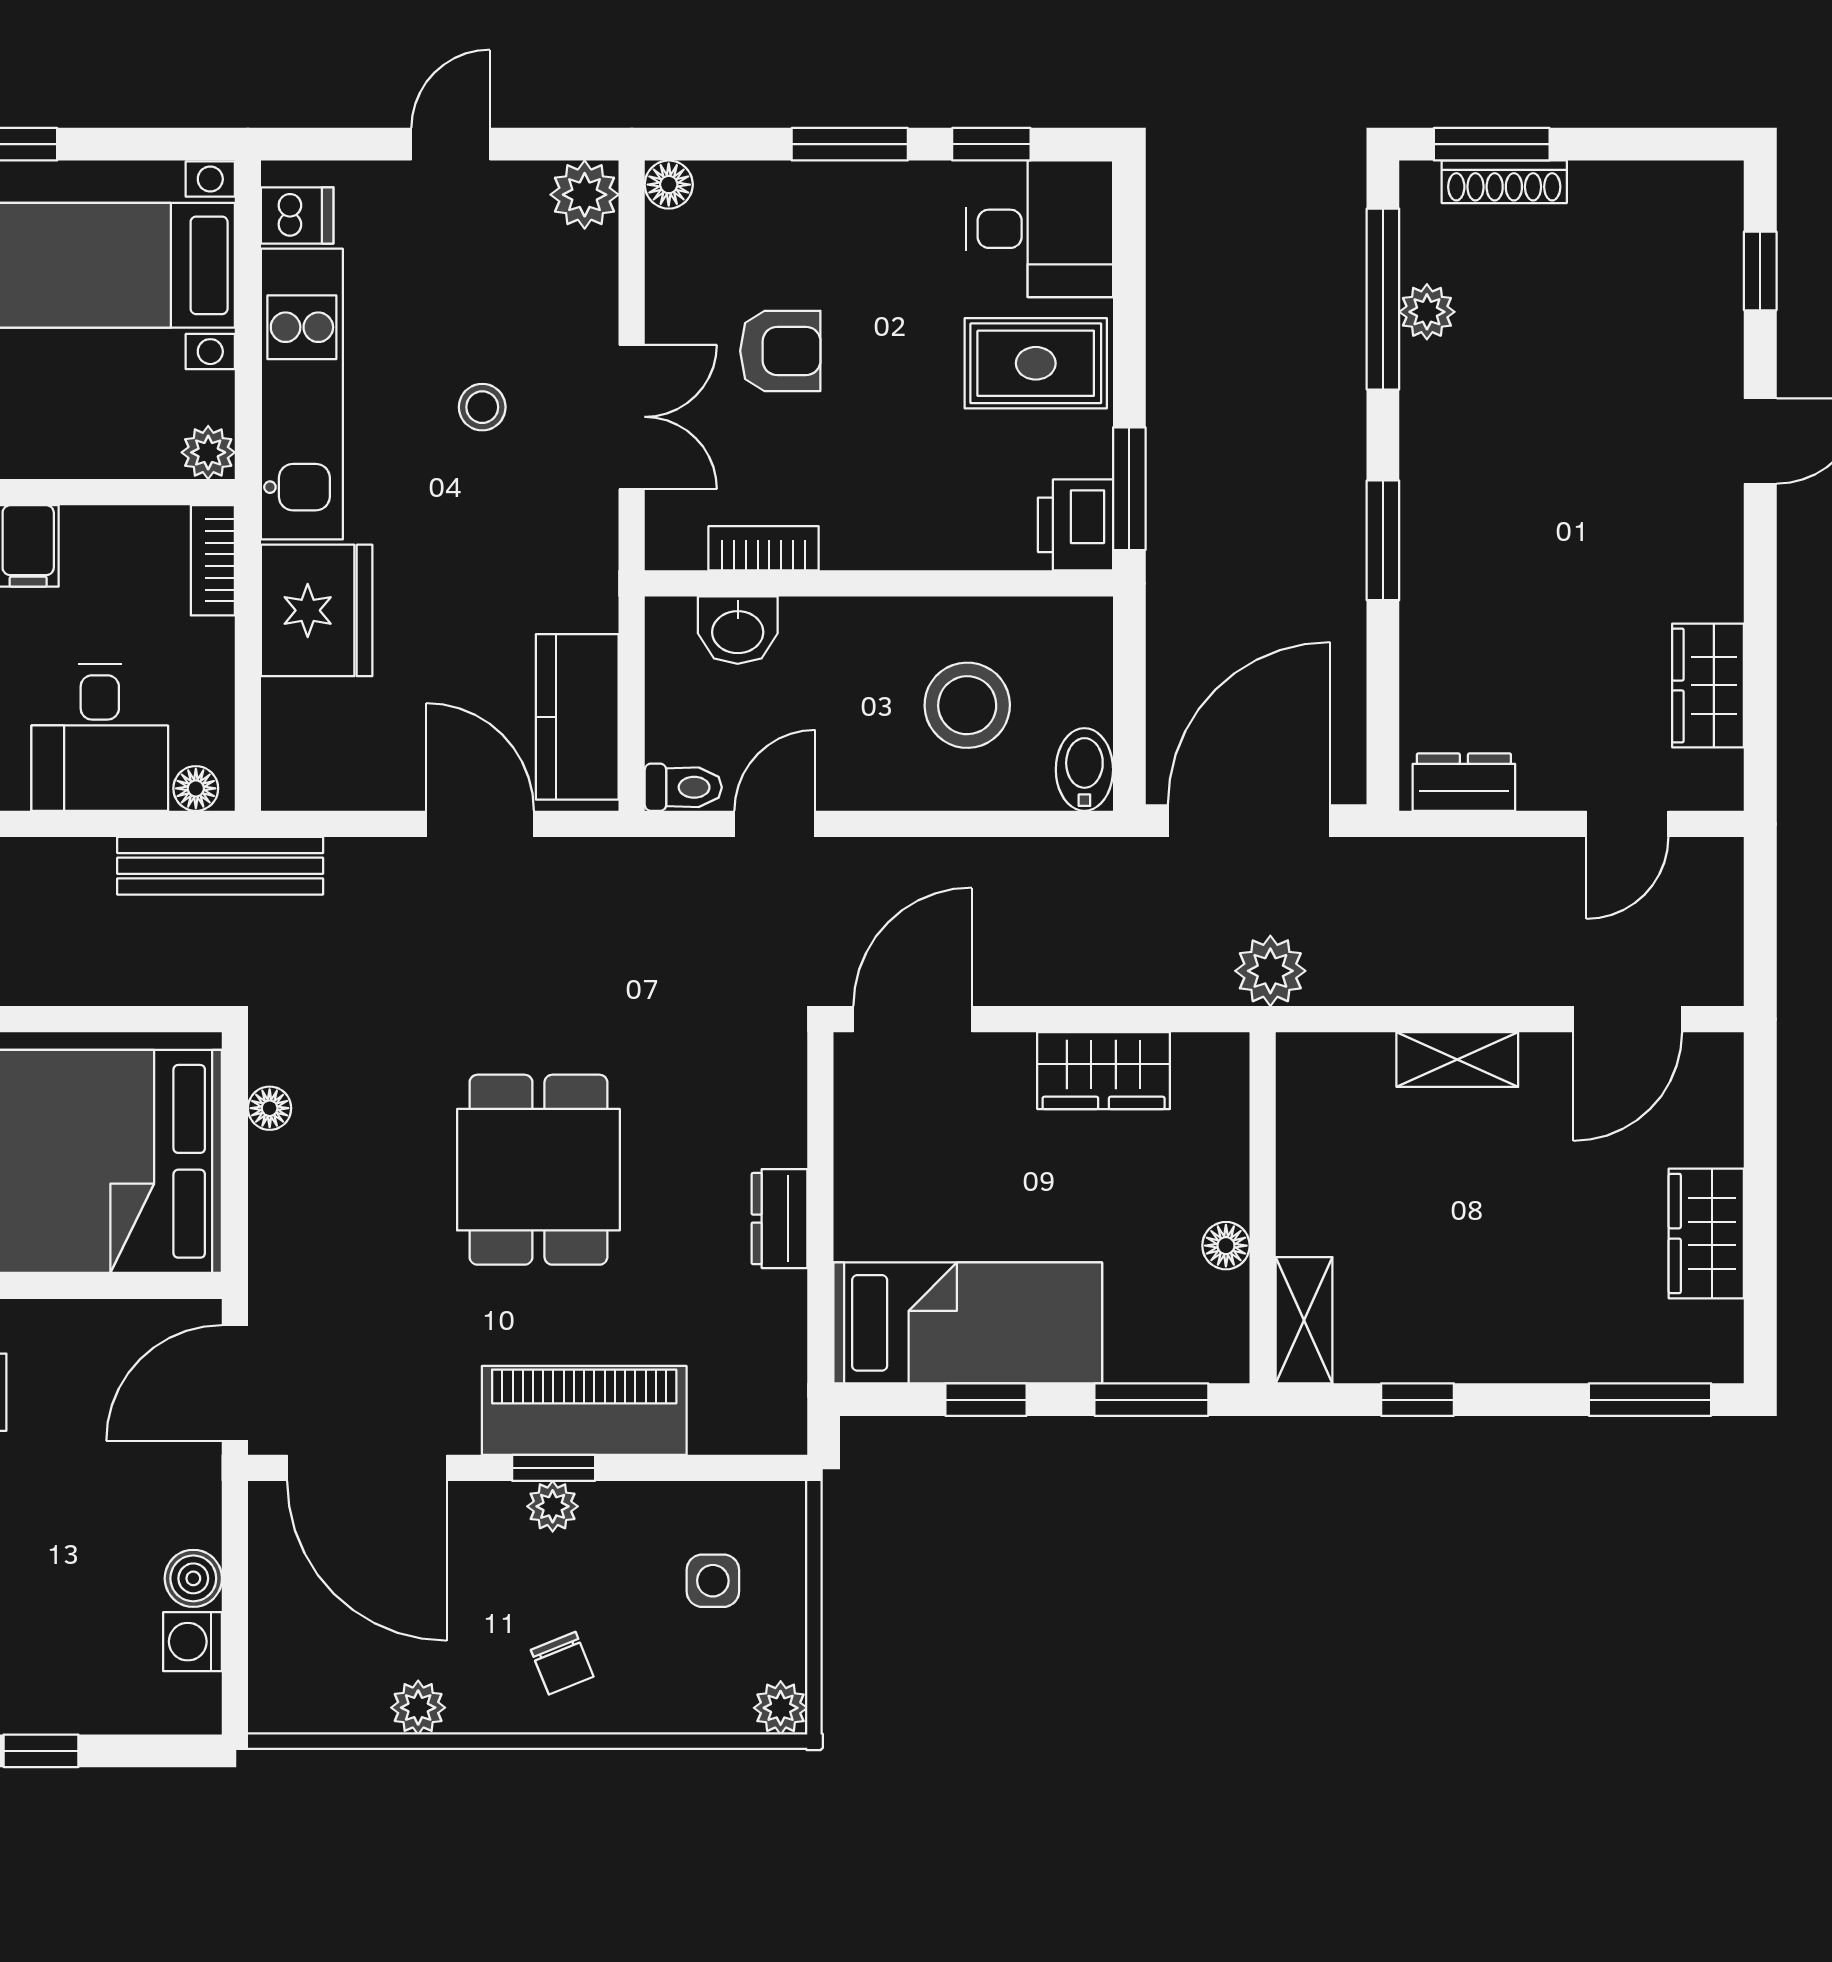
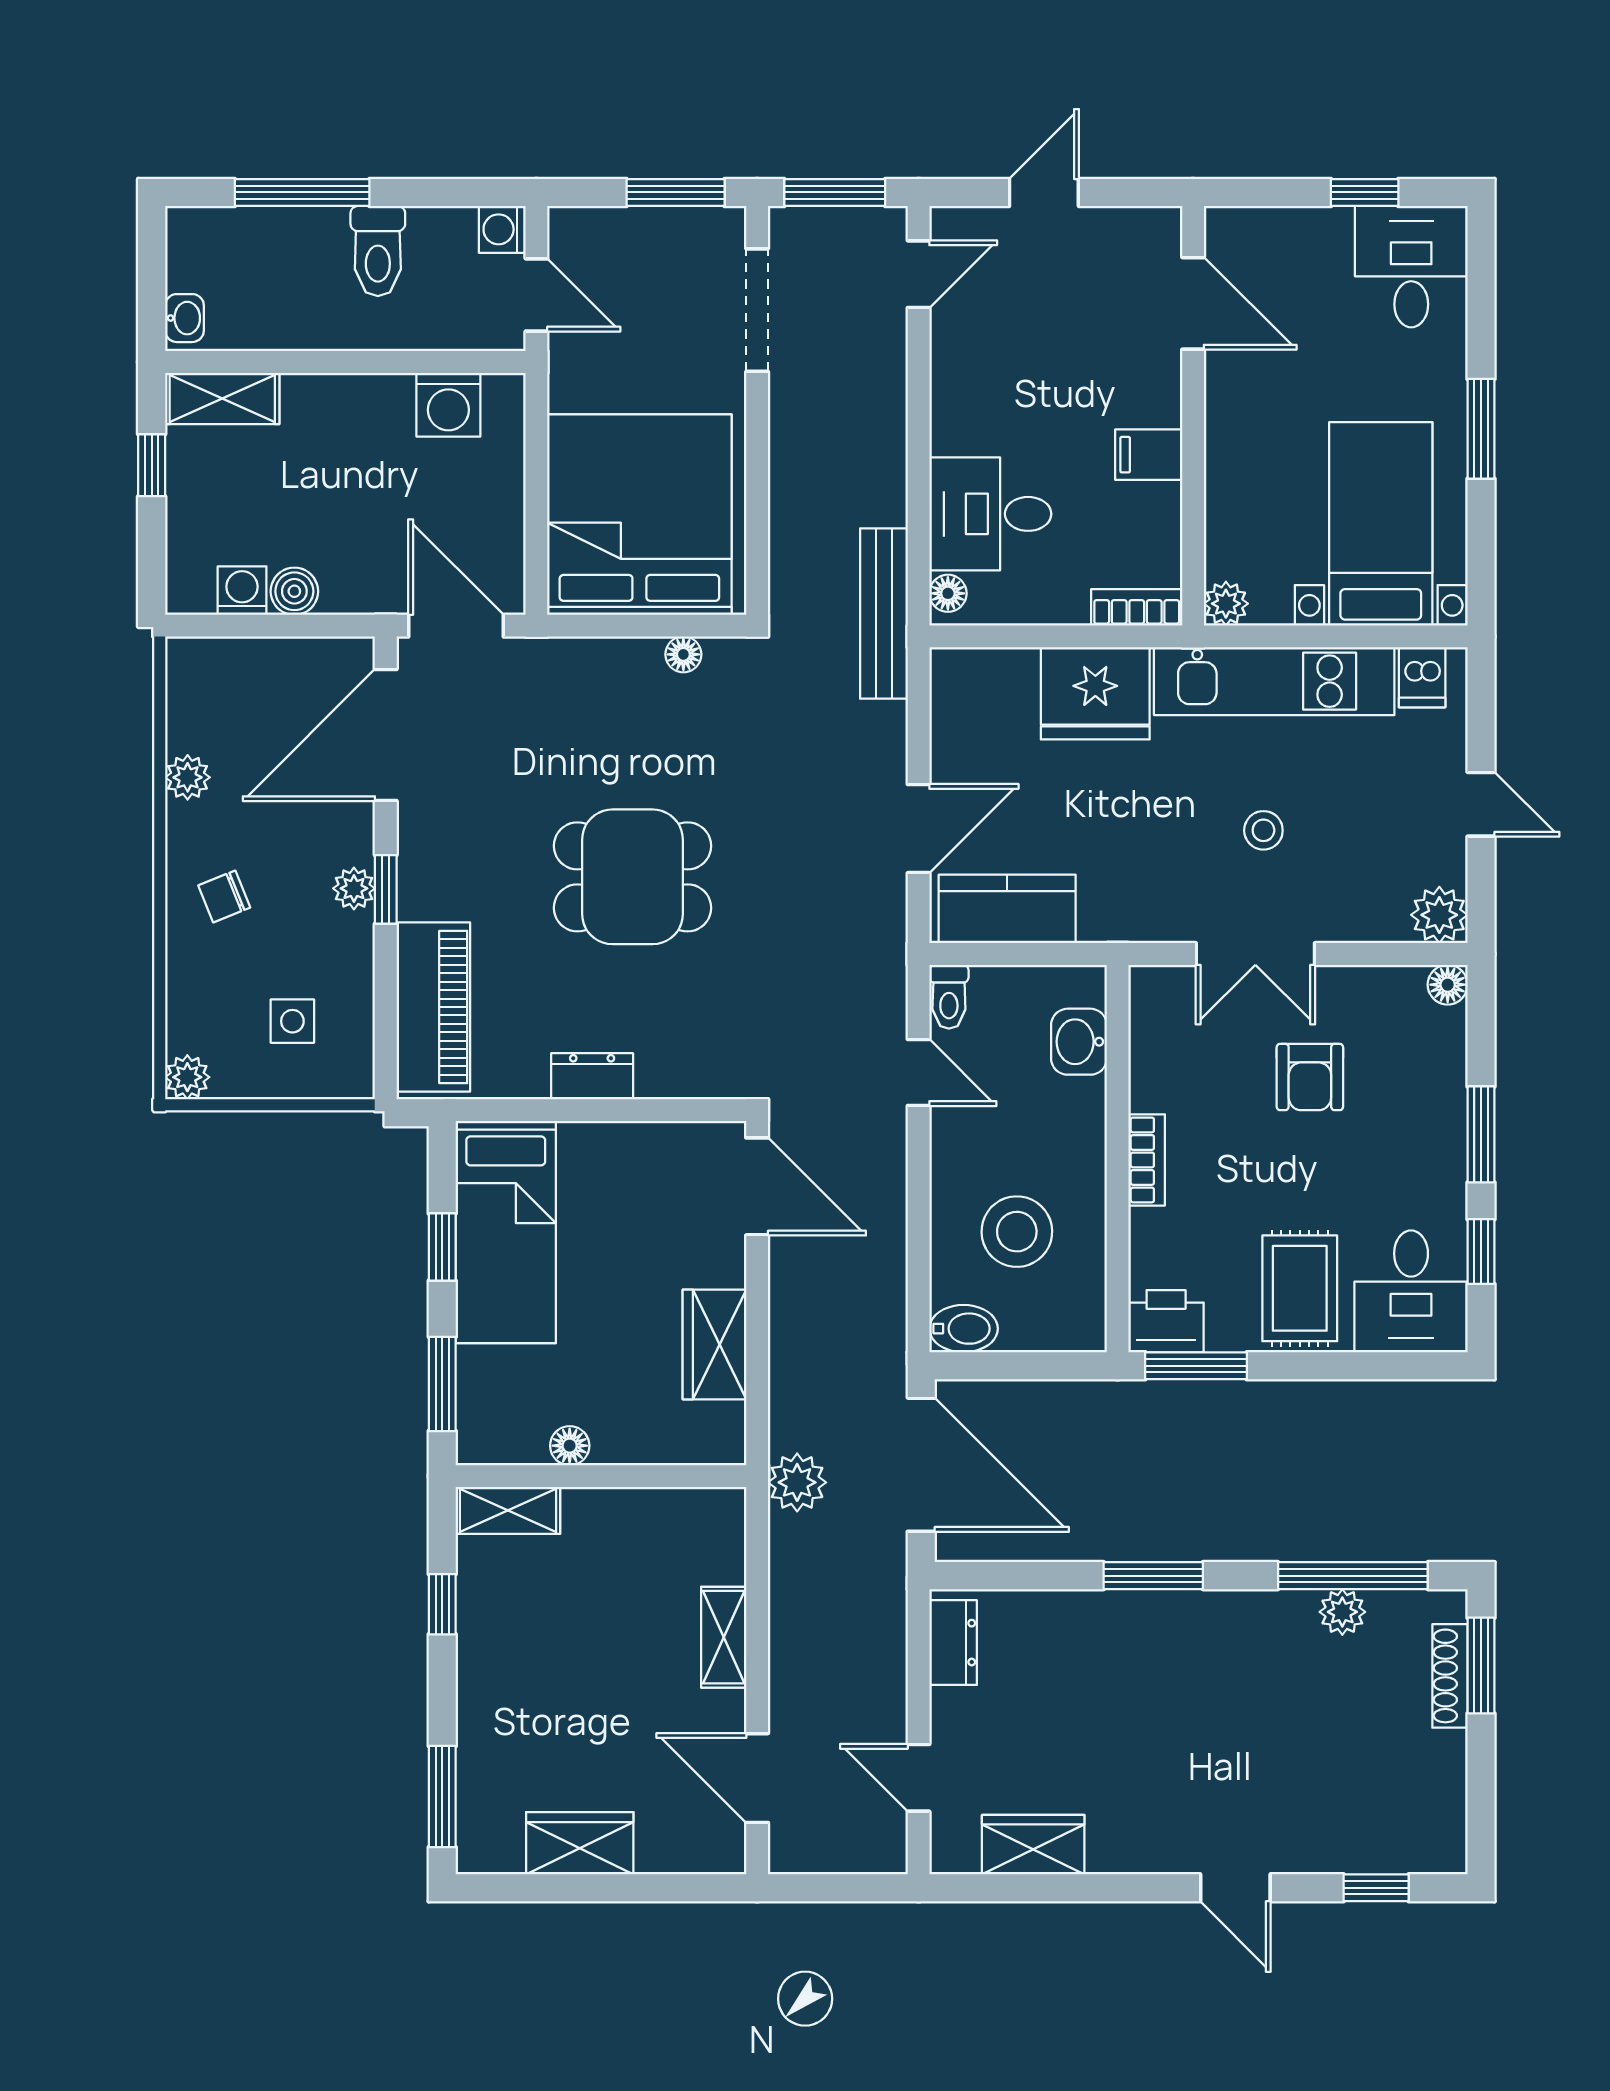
bookcase: (764, 548) -> (1147, 1160), moved
piano: (584, 1410) -> (433, 1007), moved

